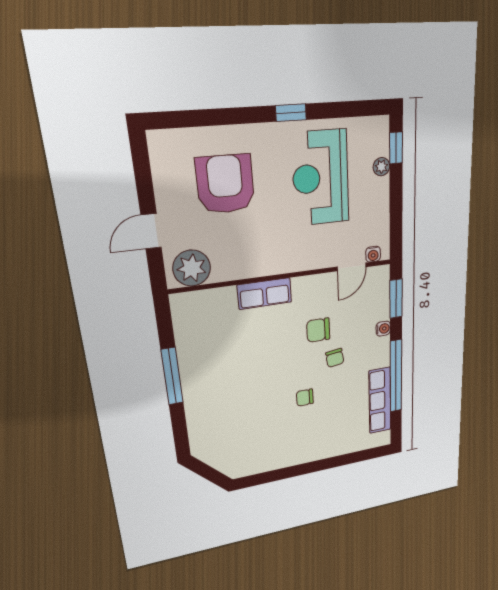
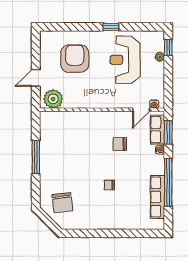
row of seats: (265, 294) -> (157, 130), moved, turned 90
chair: (335, 358) -> (62, 203), moved, width x1.87, depth x1.87

